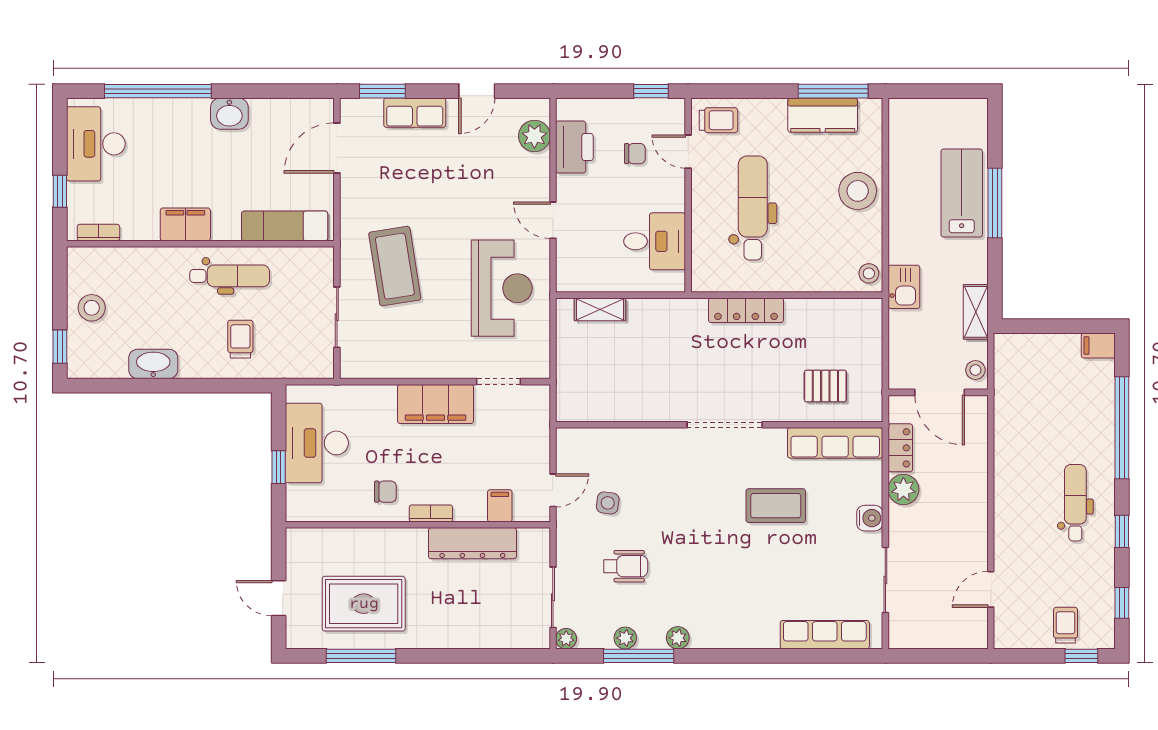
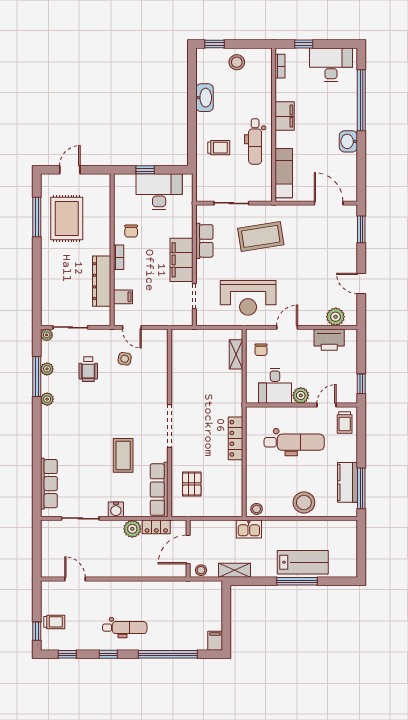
row of seats: (415, 113) -> (204, 241), moved, turned 180
chair: (635, 154) -> (261, 350), moved
plant: (671, 196) -> (301, 395), added

